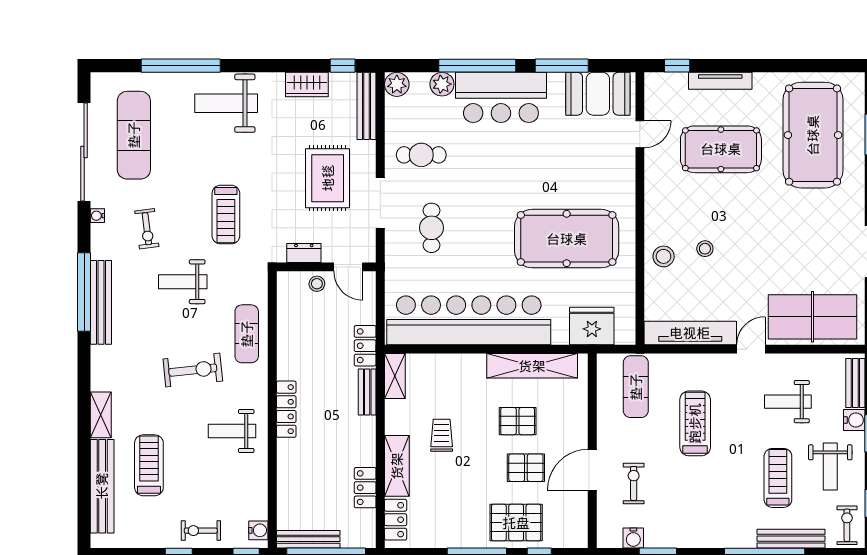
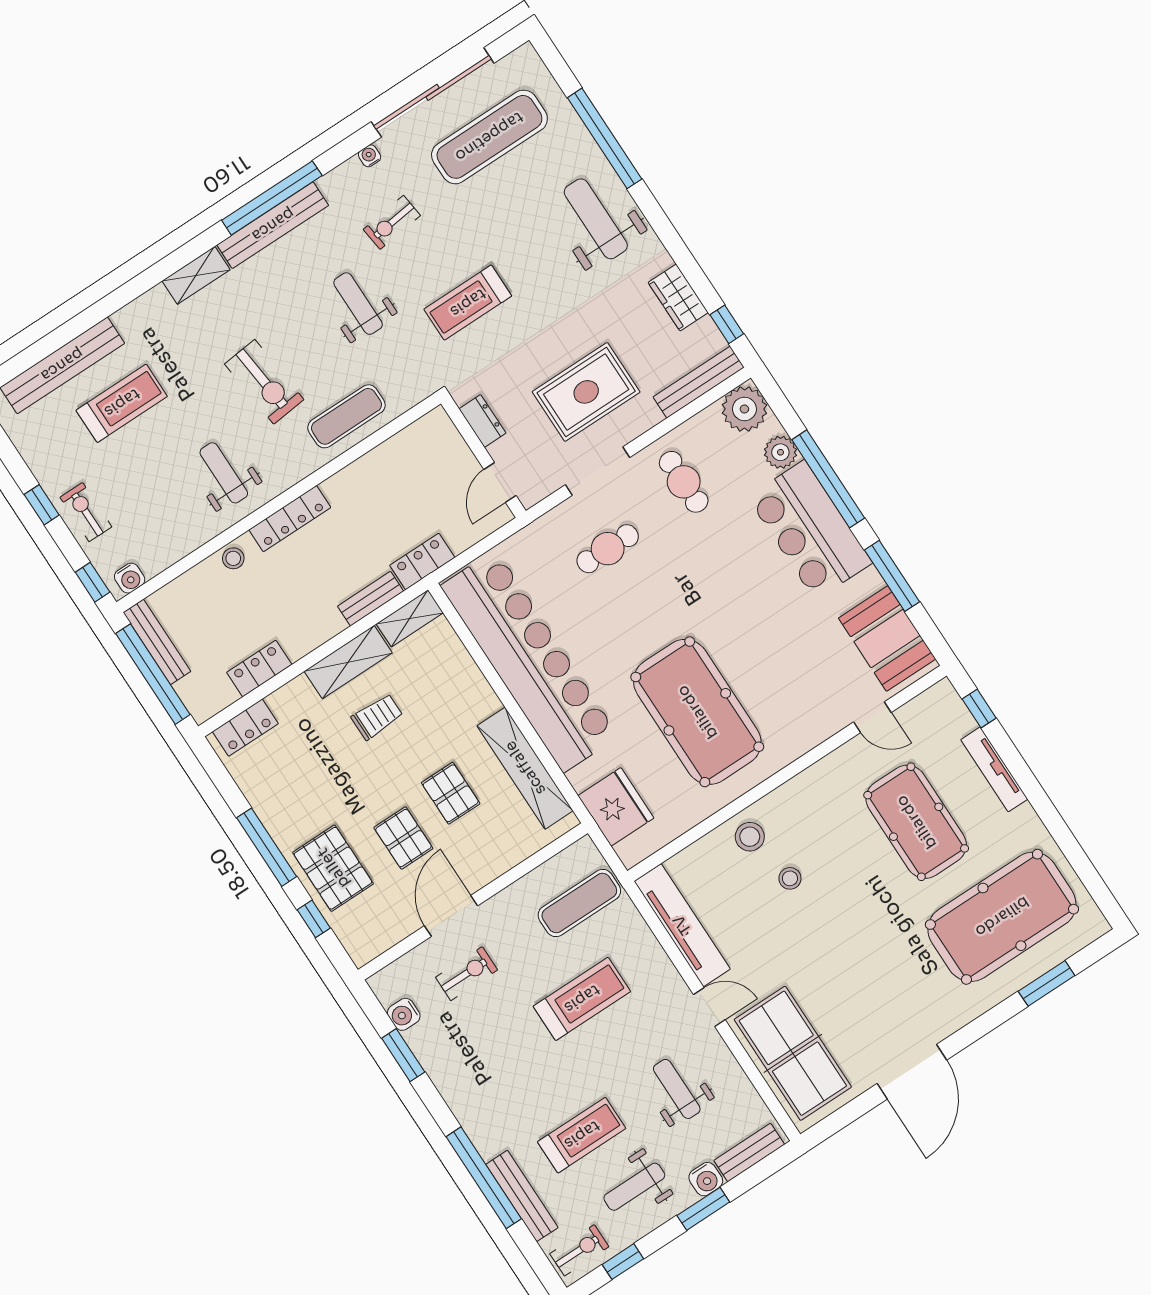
plant: (397, 84) -> (744, 409), width x1.36, depth x1.36
stool: (317, 284) -> (233, 558), moved
shelving: (101, 415) -> (196, 275), moved
shelving: (397, 466) -> (348, 662), moved
door: (592, 470) -> (451, 916), hinge flipped

